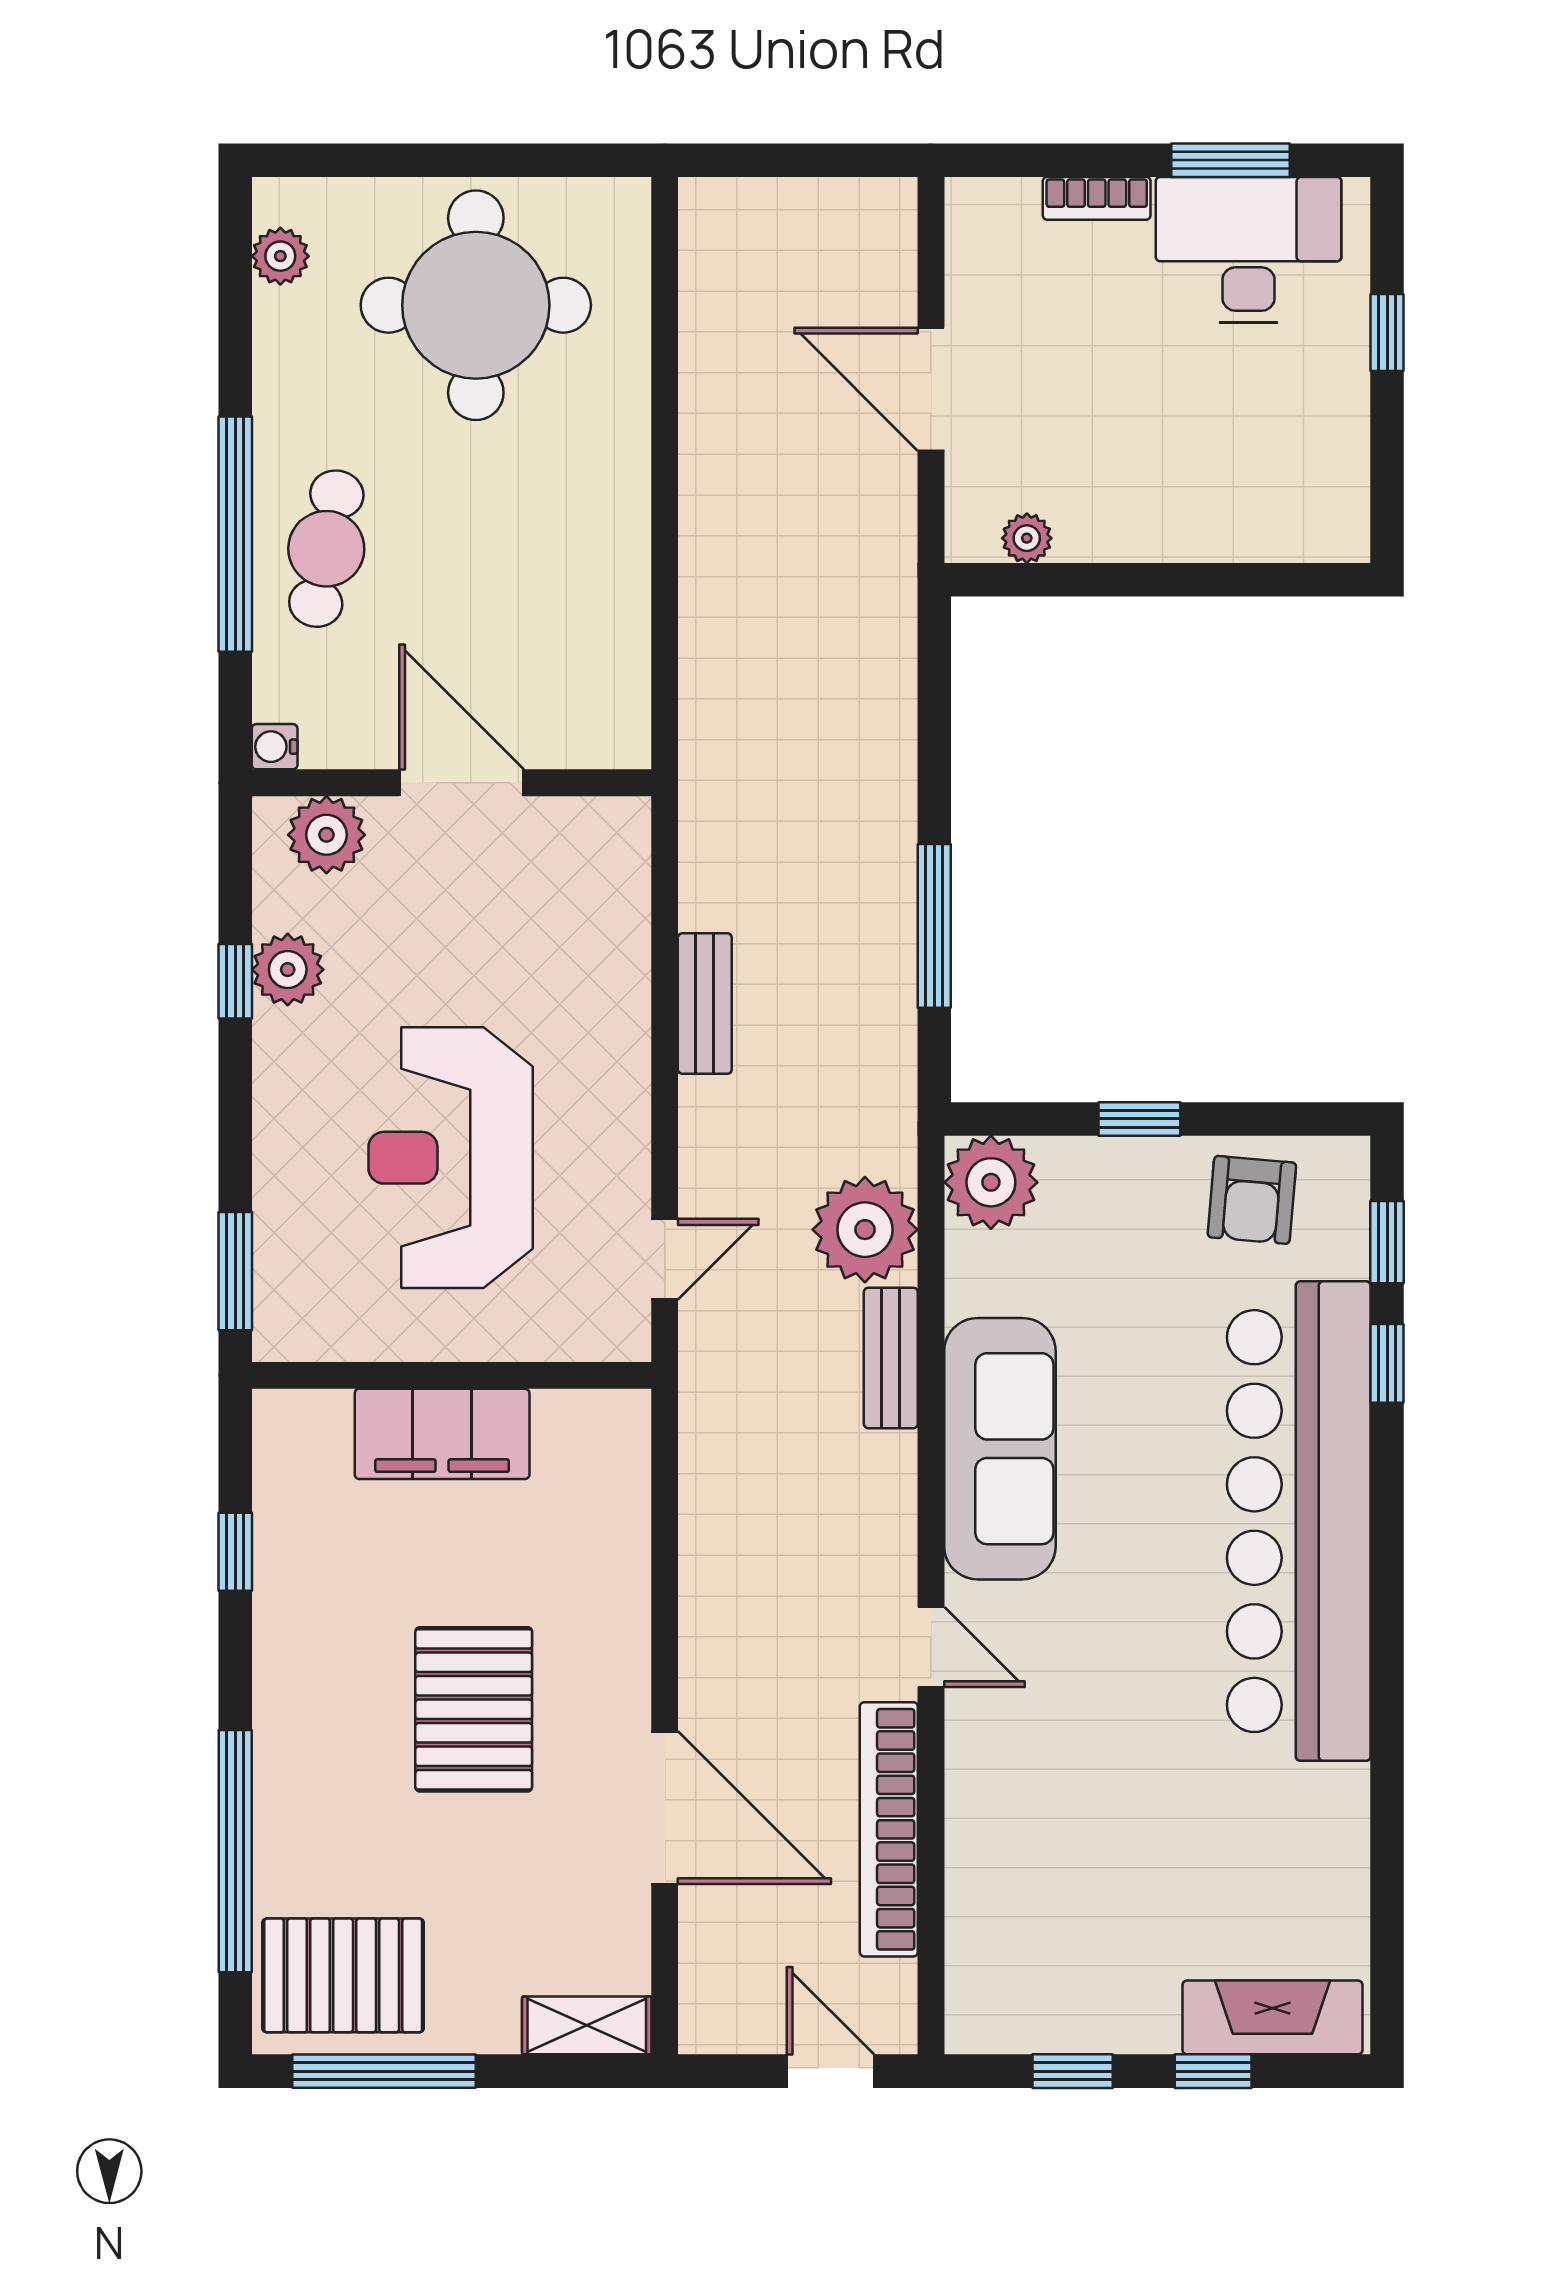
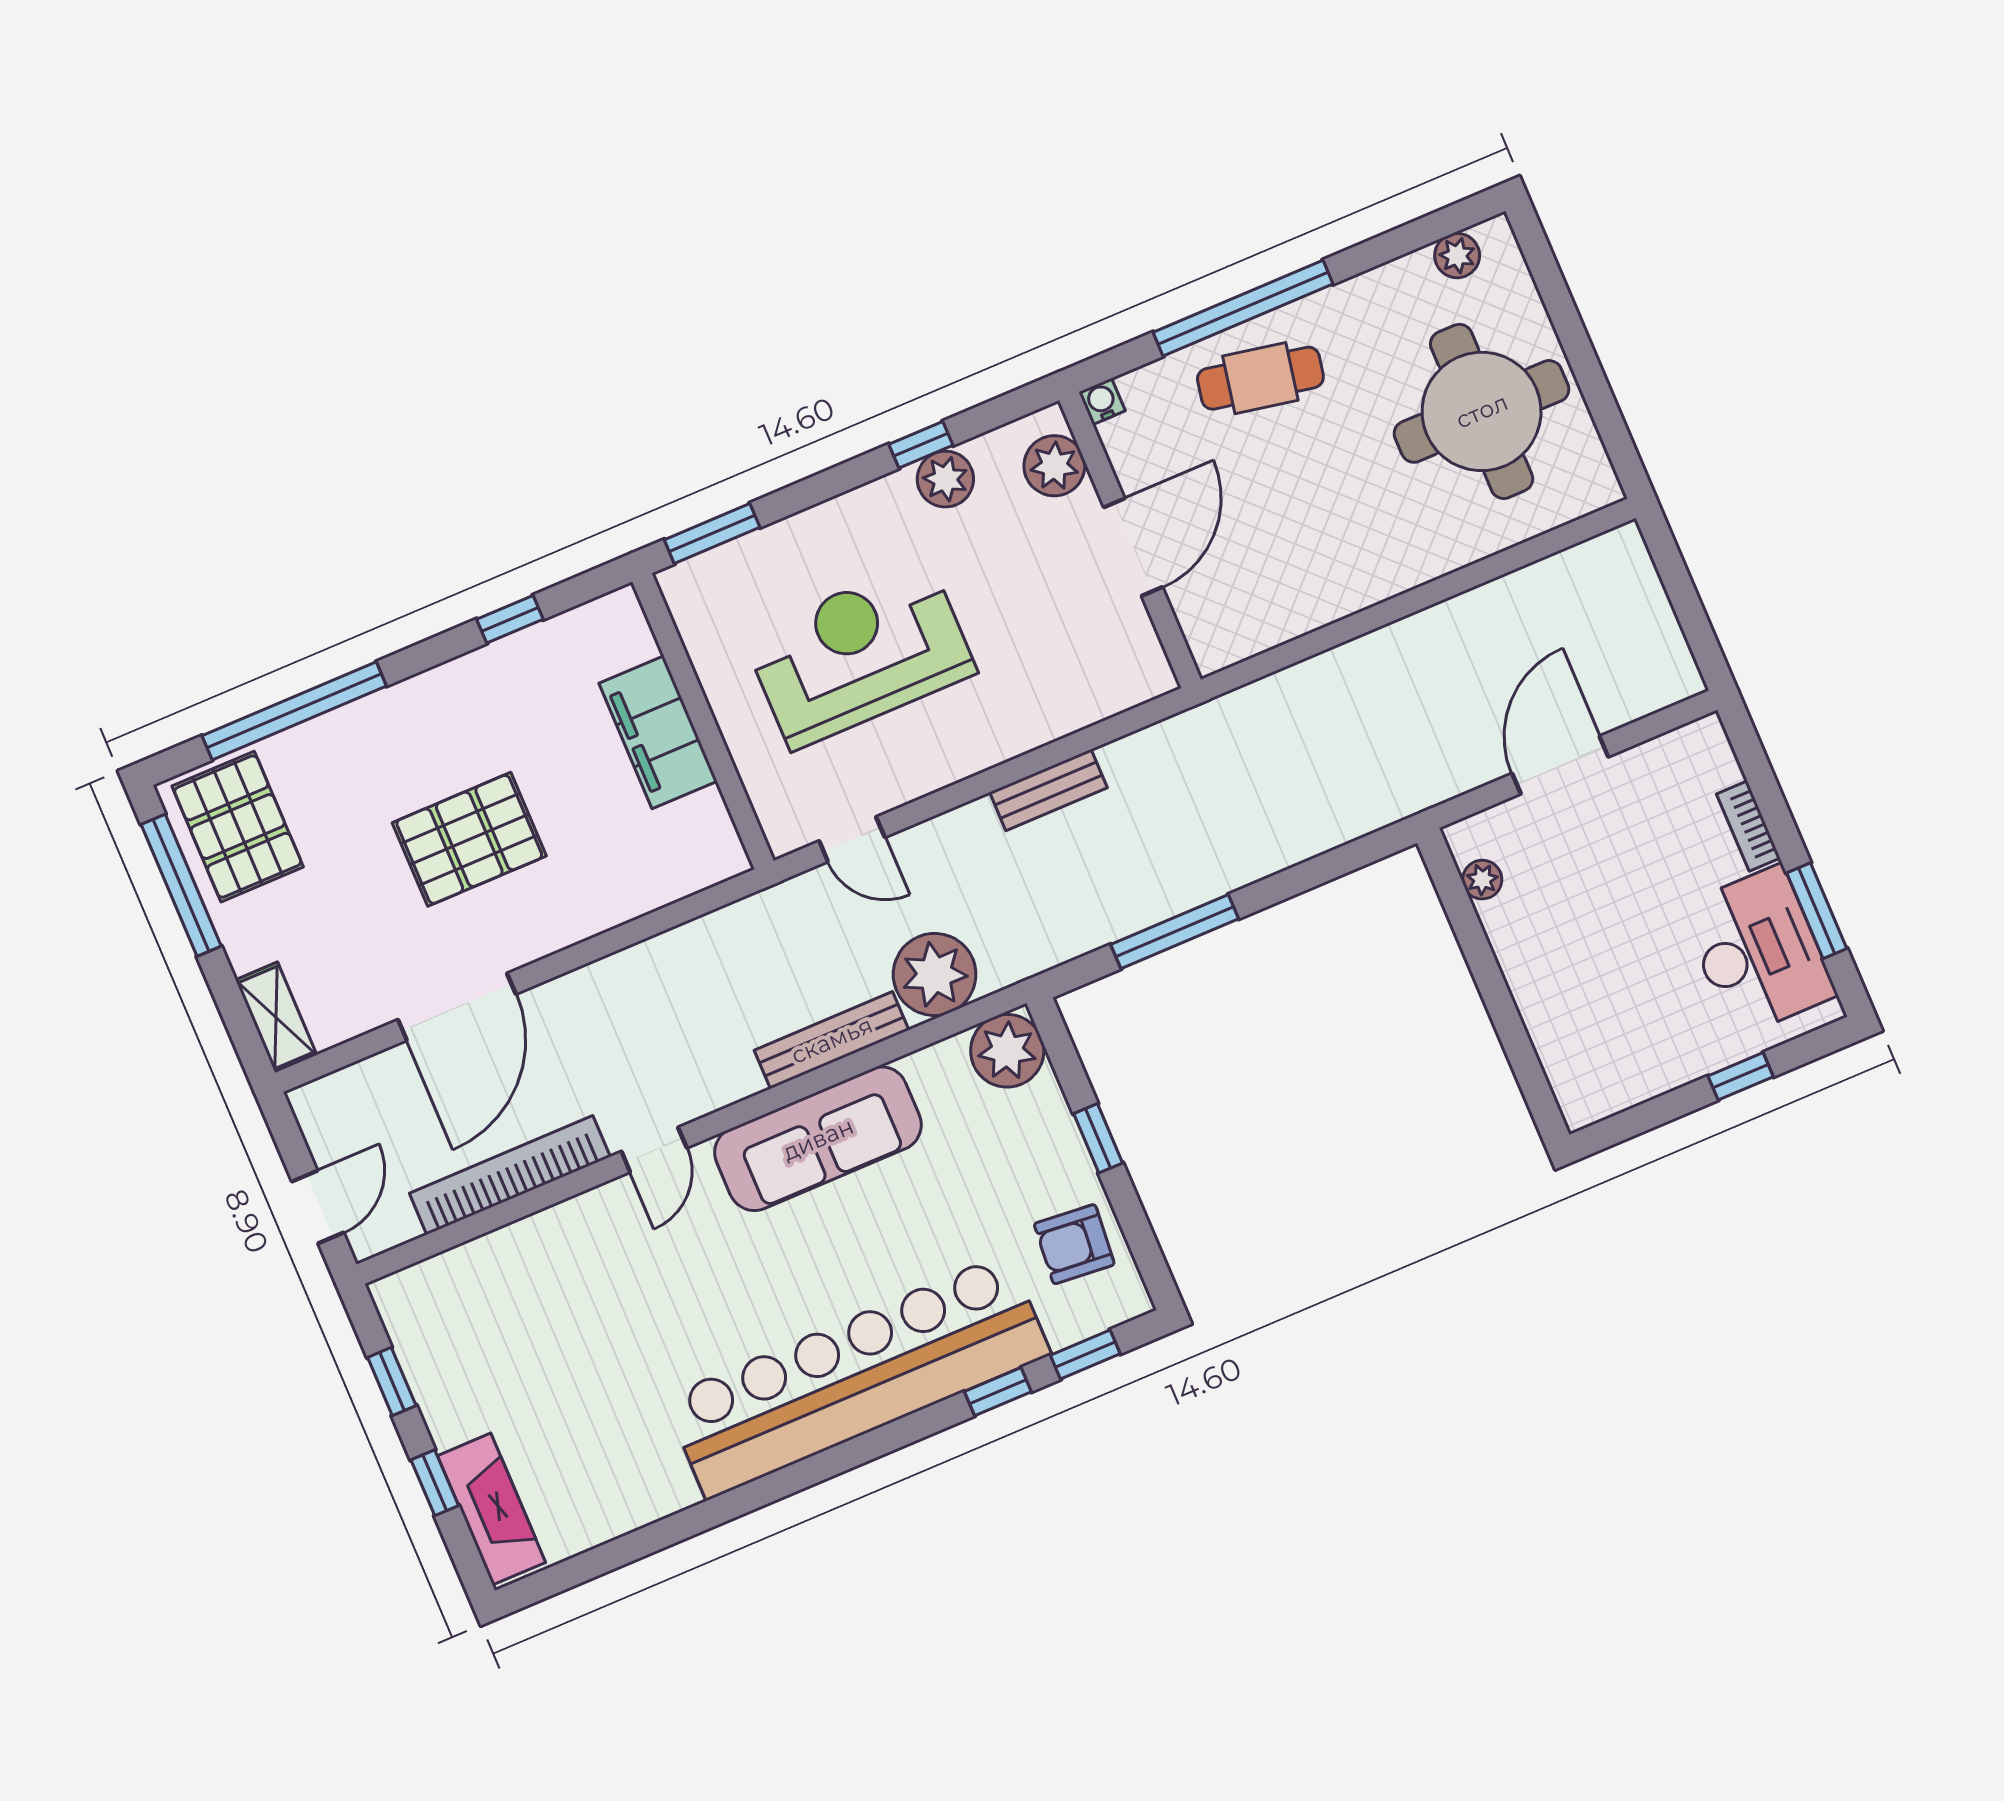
bench: (891, 1358) -> (832, 1040), width x1.36

